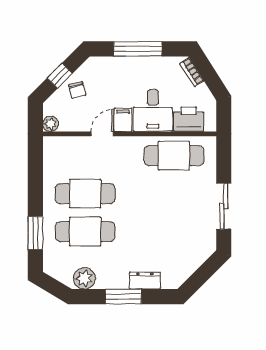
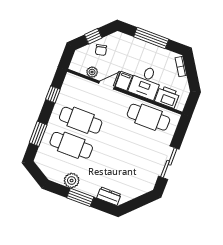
plant: (51, 124) -> (92, 72), moved
window: (35, 173) -> (53, 94), added
plant: (84, 278) -> (72, 180), moved
dresser: (145, 281) -> (109, 196), moved

